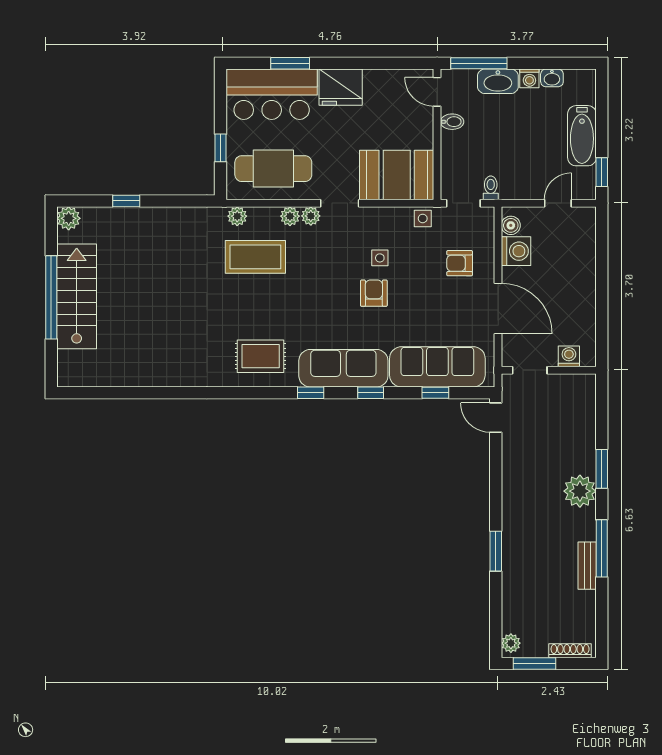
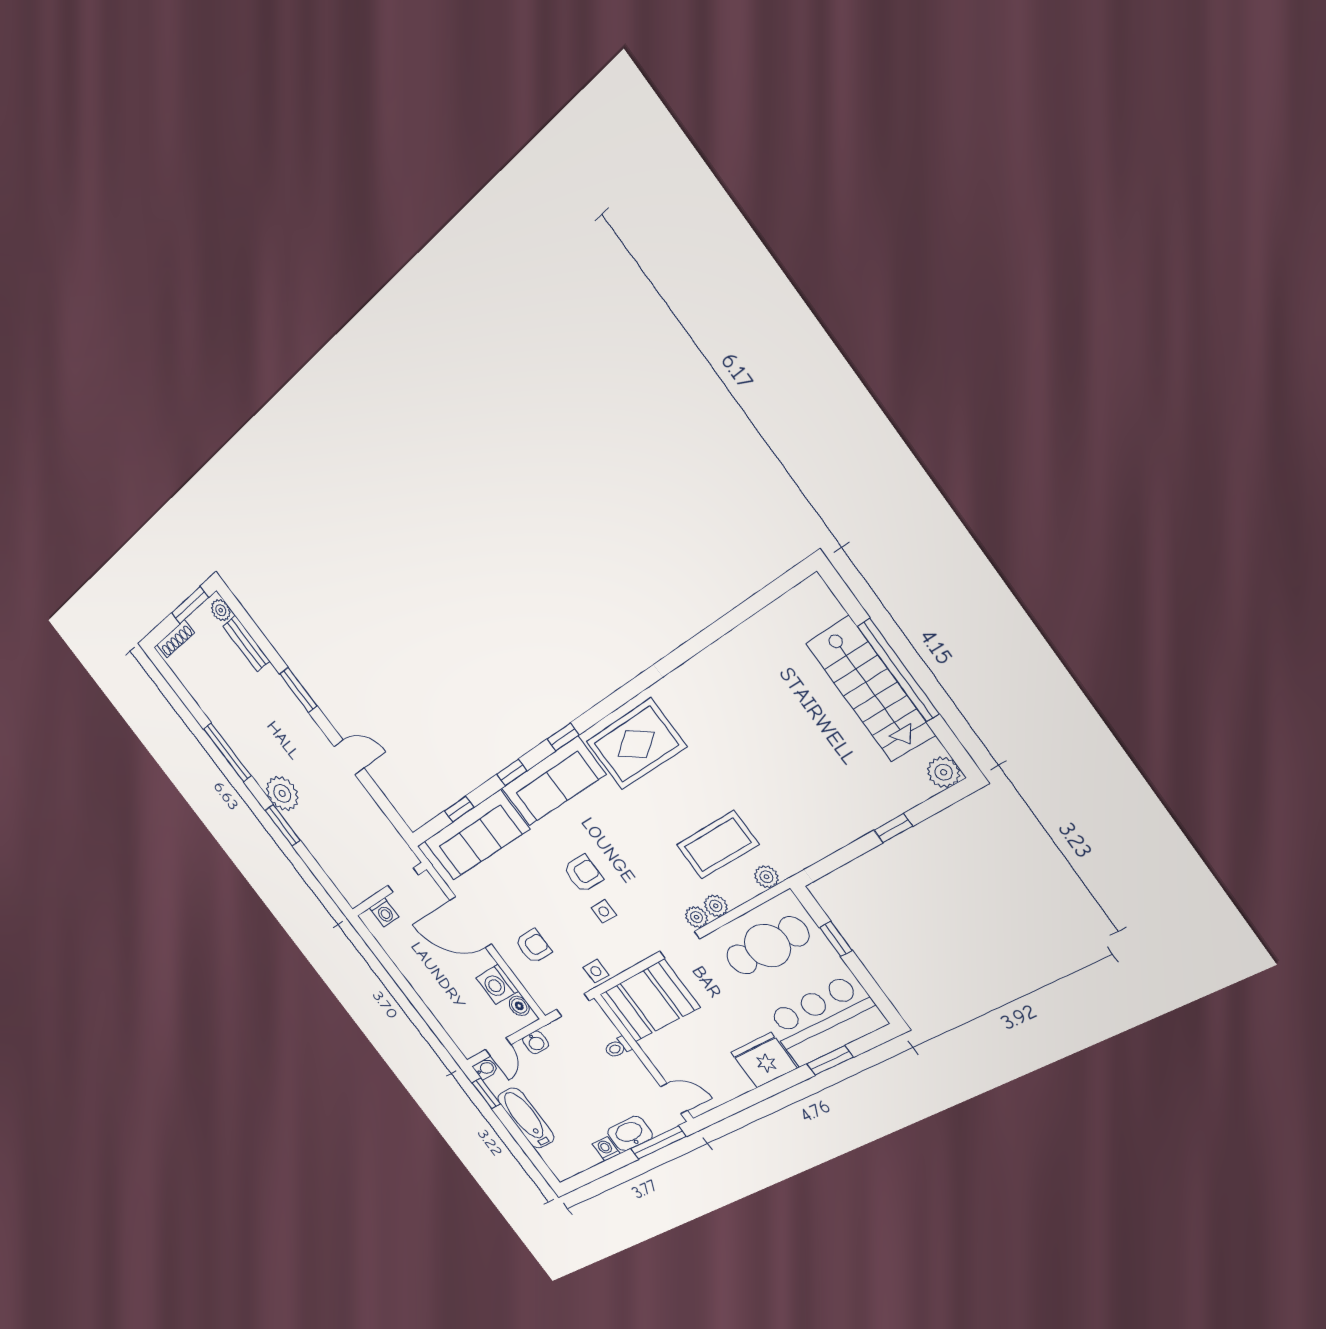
washbasin: (552, 78) -> (536, 1042), moved, turned 180
bidet: (452, 122) -> (486, 1069), moved, turned 180
toilet: (491, 188) -> (618, 1048), moved, turned 90
armchair: (374, 293) -> (583, 874), turned -90
rug: (261, 356) -> (636, 744), width x1.36, depth x1.43
door: (496, 418) -> (349, 757), moved
bench: (587, 566) -> (246, 644), moved

